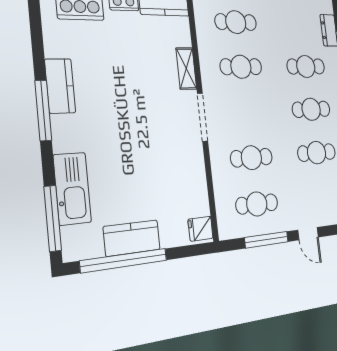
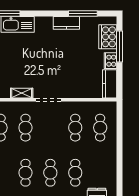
shelving: (186, 69) -> (22, 93), moved
window: (43, 110) -> (83, 14), moved

